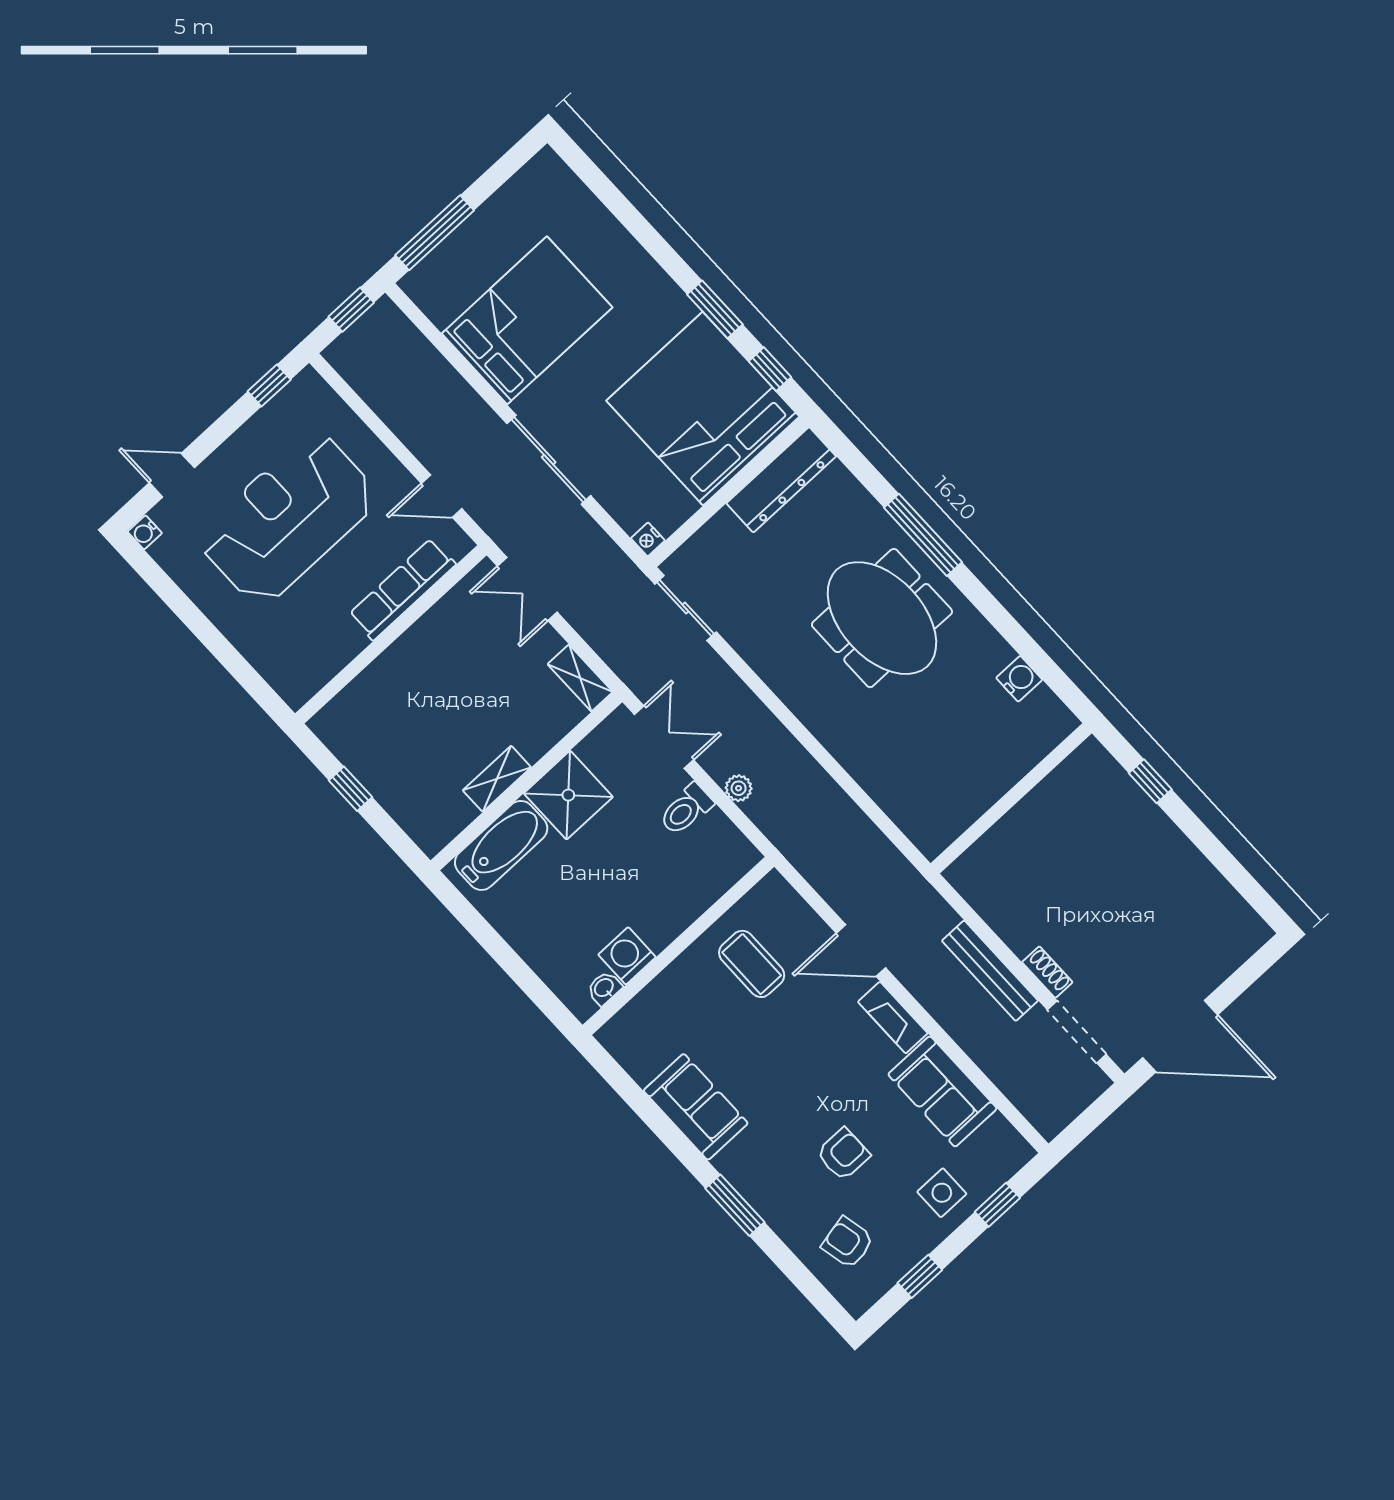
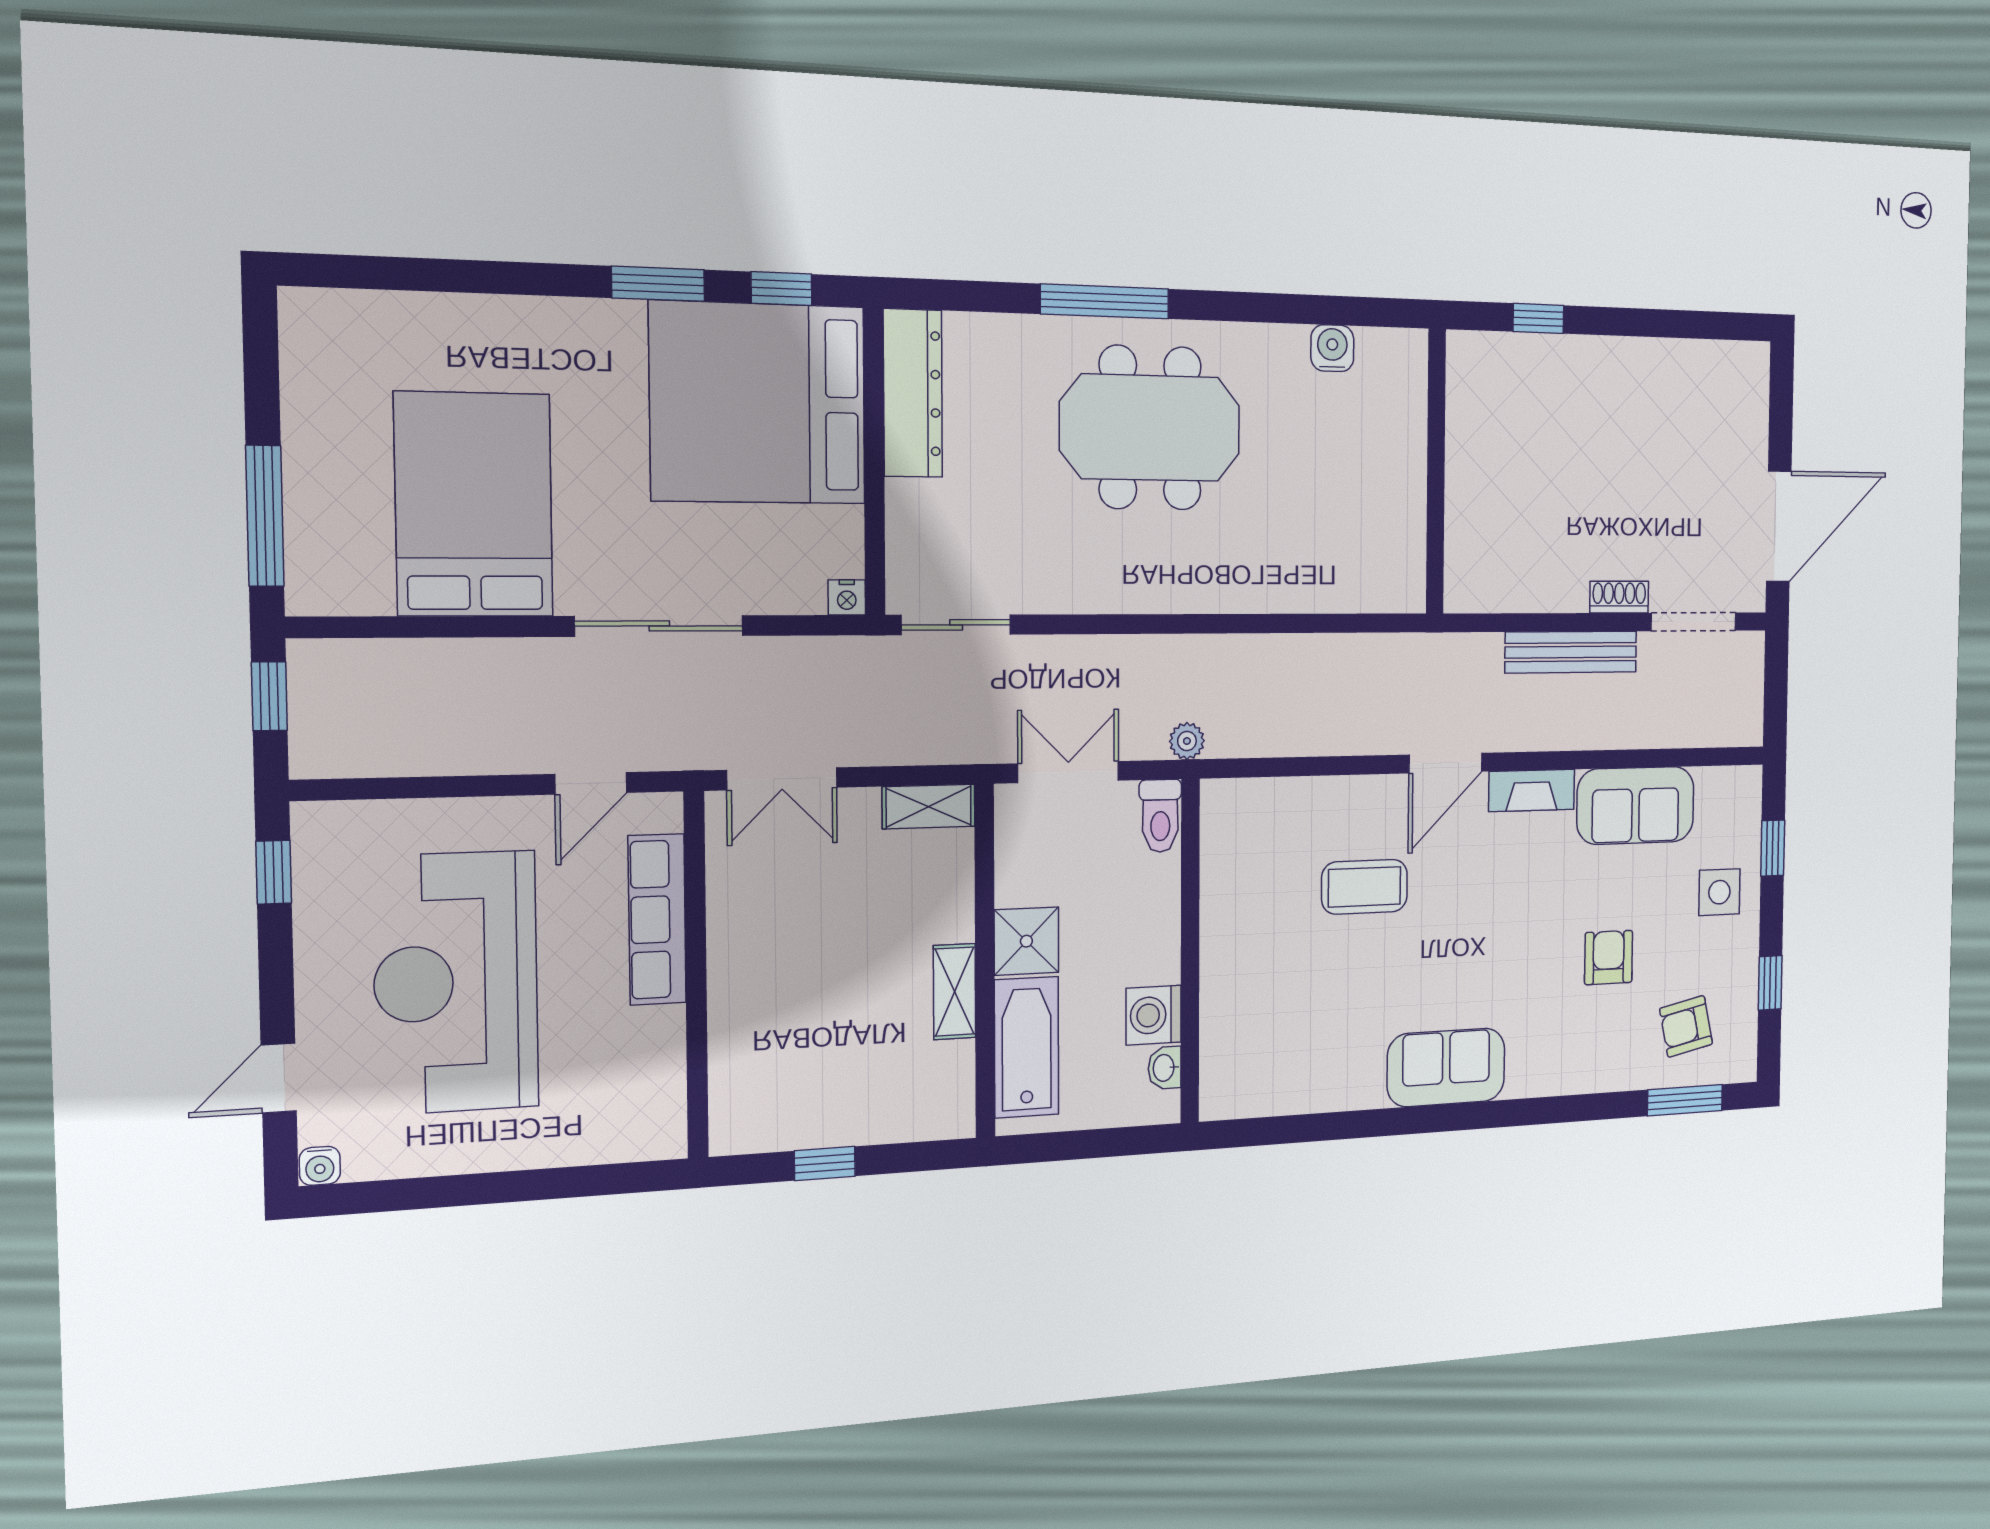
shower: (568, 795) -> (1026, 941), width x0.73, depth x0.73
wall: (678, 946) -> (1190, 951), moved
washing machine: (627, 956) -> (1154, 1015), moved
washbasin: (604, 988) -> (1165, 1068), moved
window: (735, 1205) -> (1685, 1100), moved

